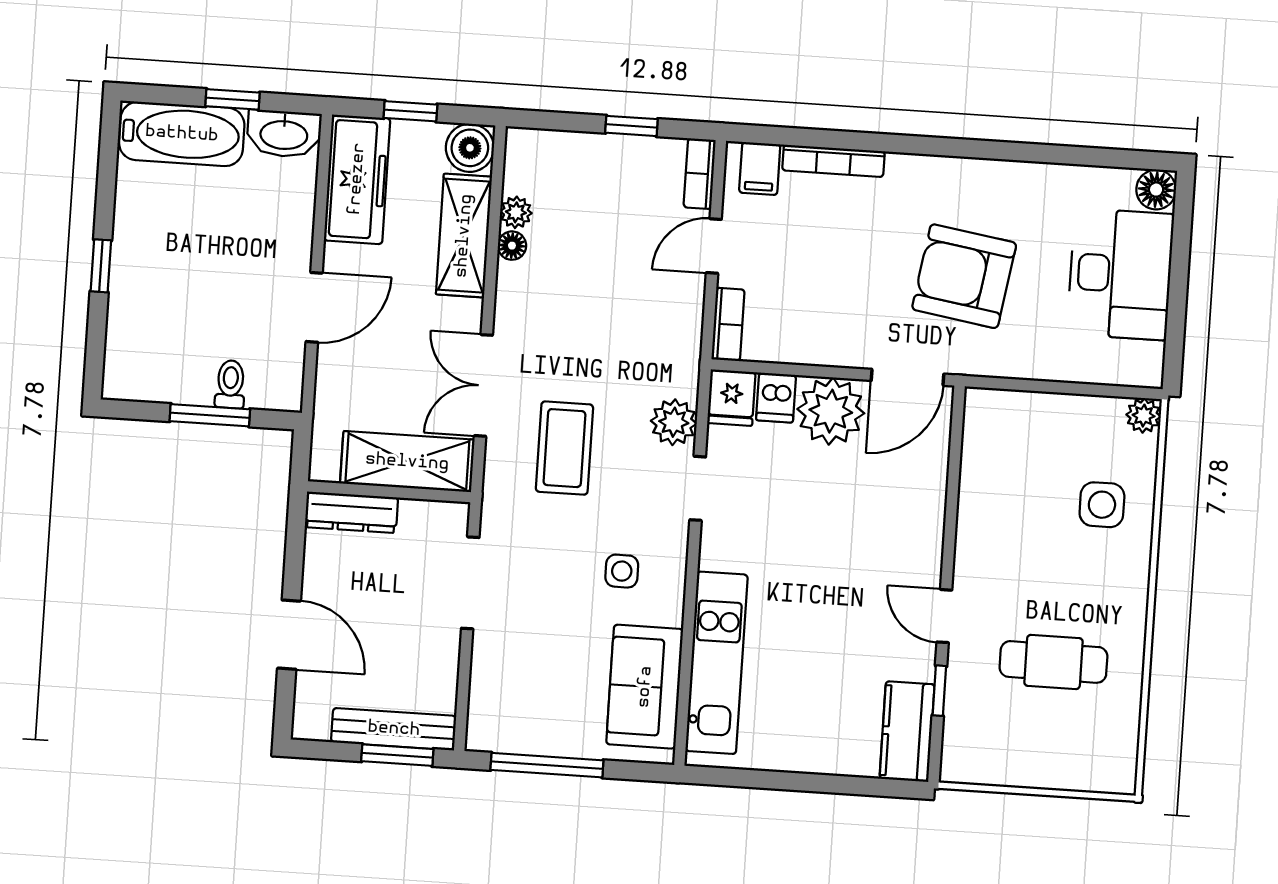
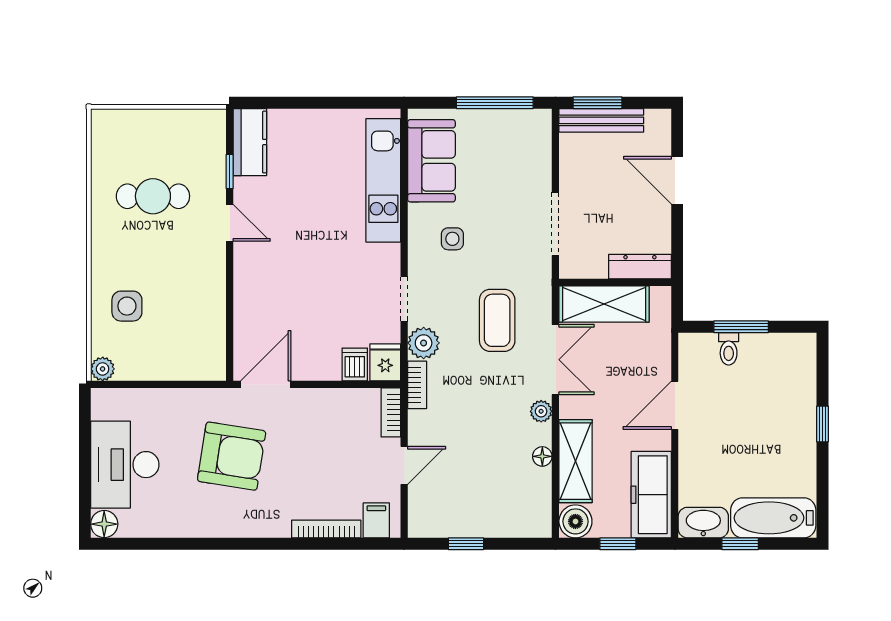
bookcase: (700, 174) -> (417, 385), moved
plant: (516, 212) -> (541, 411), moved
plant: (831, 411) -> (317, 358), removed

